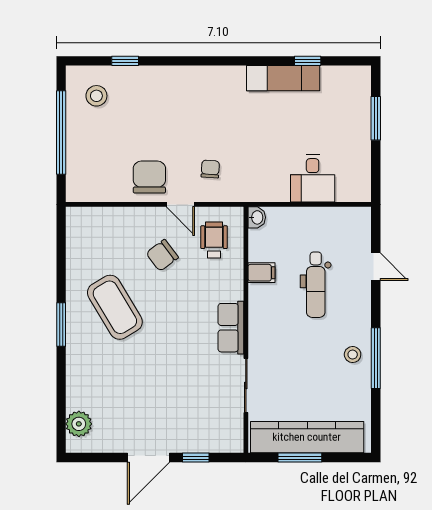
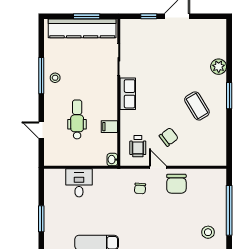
coffee table: (115, 307) -> (197, 106), width x0.73, depth x0.76
plant: (79, 424) -> (219, 67), moved

